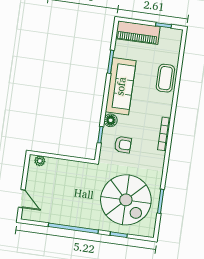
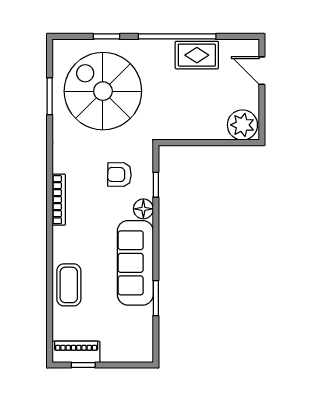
piano: (138, 33) -> (76, 352), moved, width x0.73, depth x0.75
plant: (40, 161) -> (242, 125), width x1.88, depth x1.88
rug: (62, 215) -> (197, 55), added

